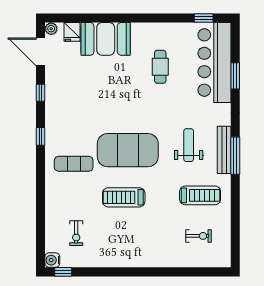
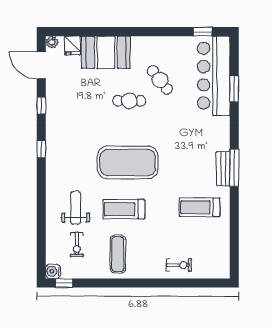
cafe table: (160, 67) -> (160, 80), turned -38
cafe table: (129, 88) -> (129, 101), added
weight bench: (189, 145) -> (76, 208), moved
bench: (224, 150) -> (223, 169), width x0.73
exercise mat: (74, 164) -> (118, 254), moved, turned 90
treadmill: (200, 195) -> (199, 207), turned 180
exercise bike: (198, 236) -> (179, 265), moved

